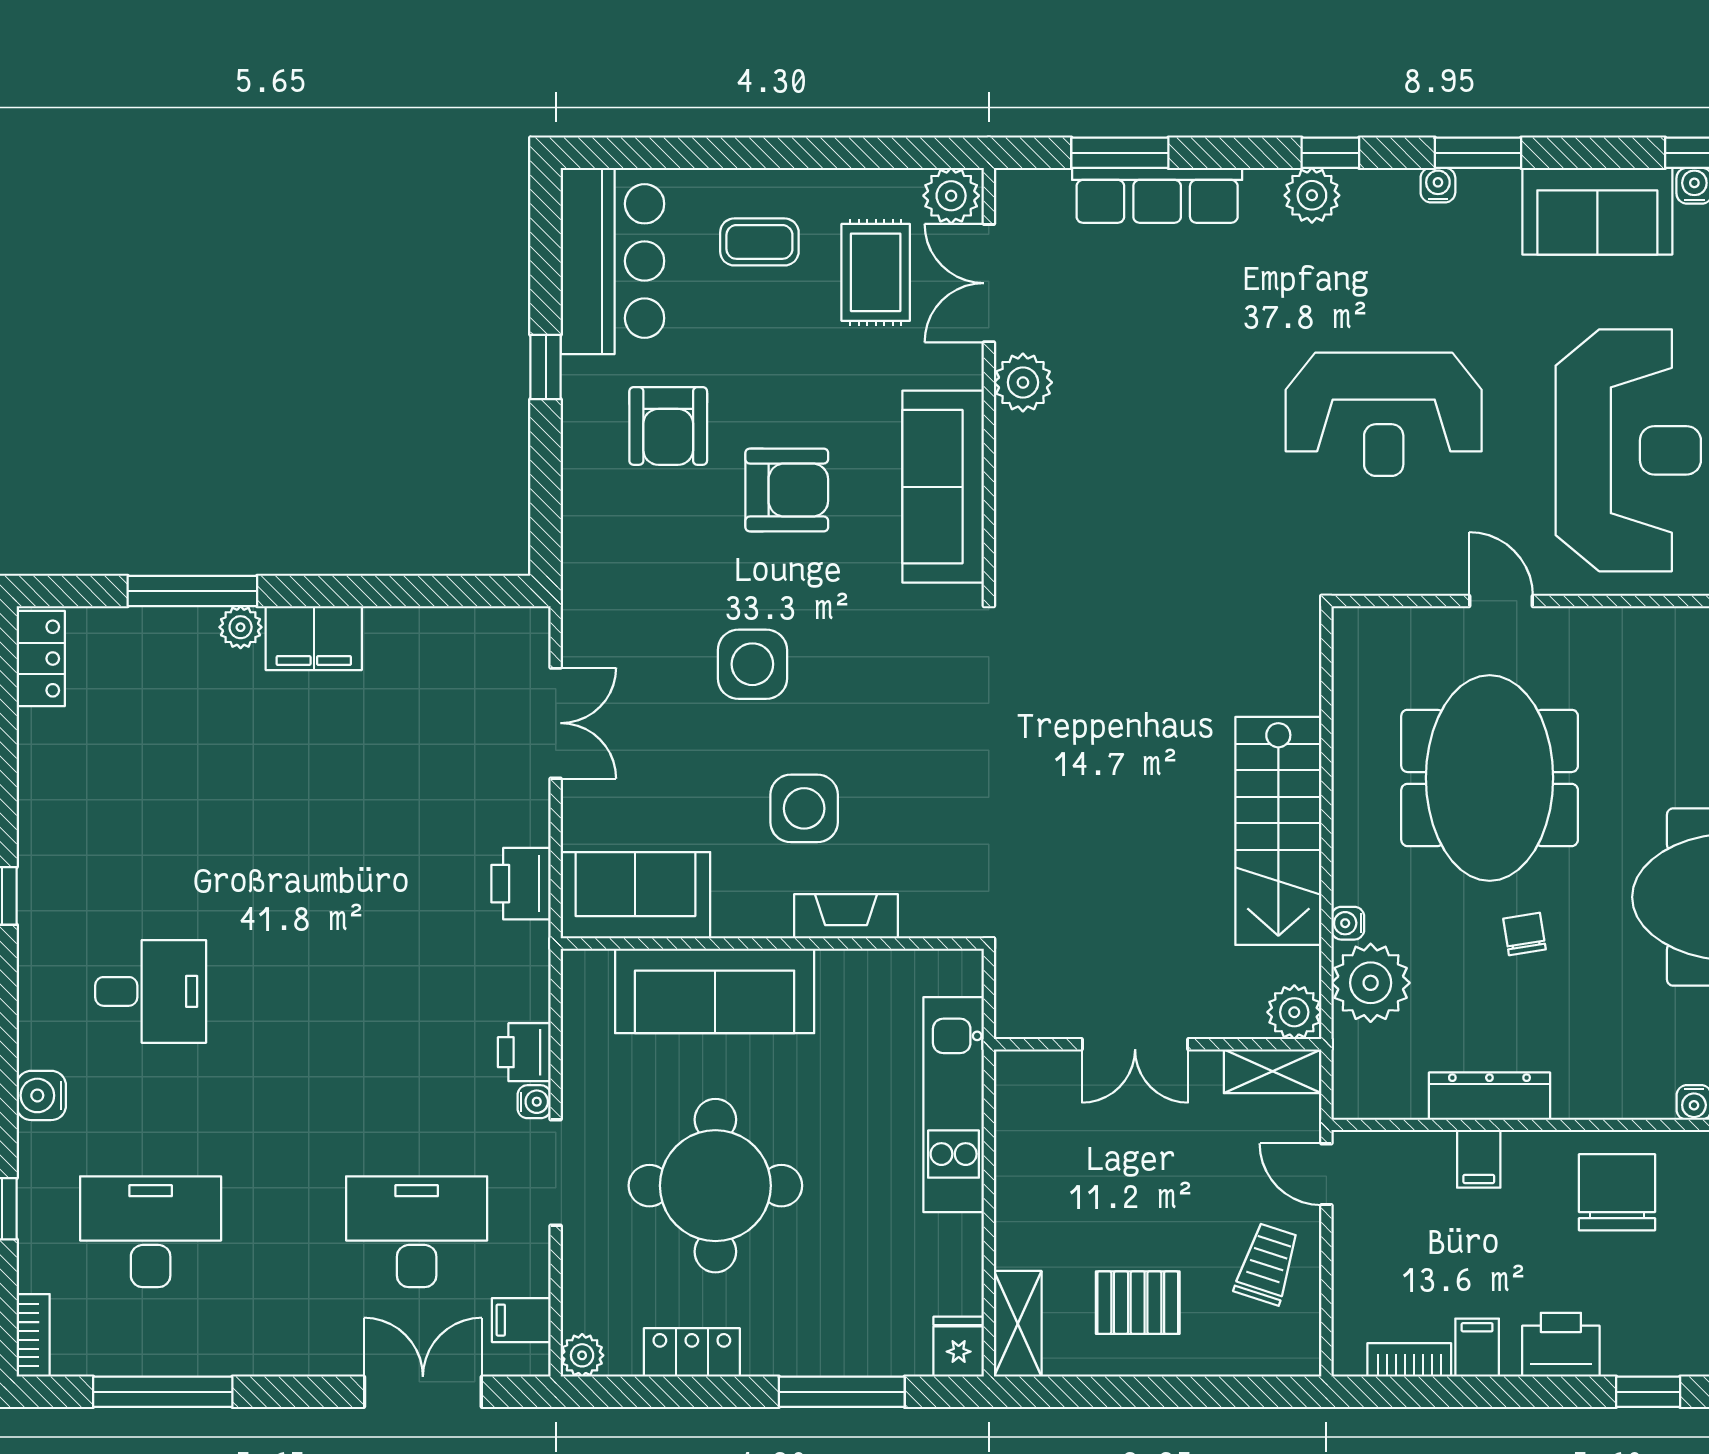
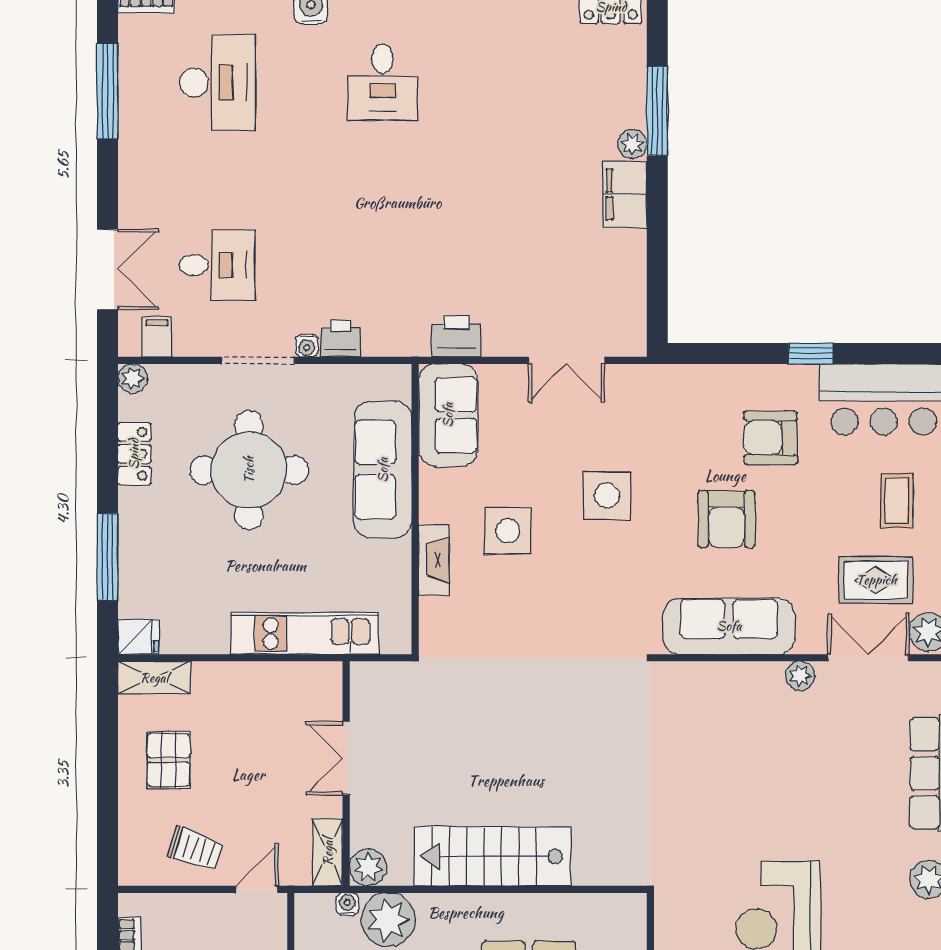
plant: (1023, 382) -> (800, 676), width x0.73, depth x0.73
water cooler: (1348, 923) -> (347, 904), moved
desk: (417, 1232) -> (217, 265), width x0.73

